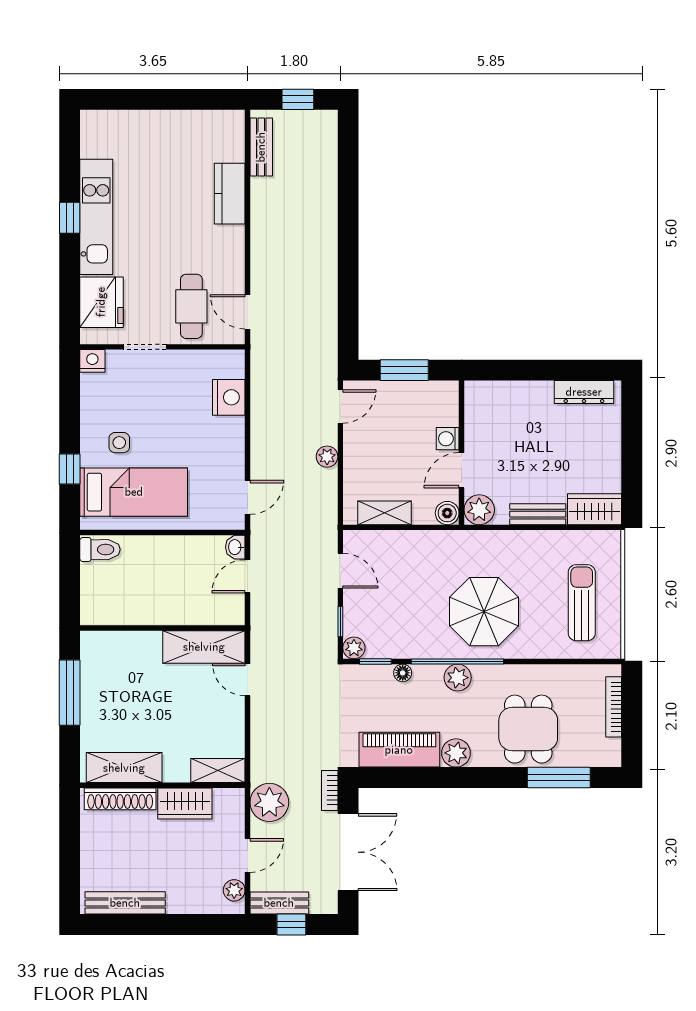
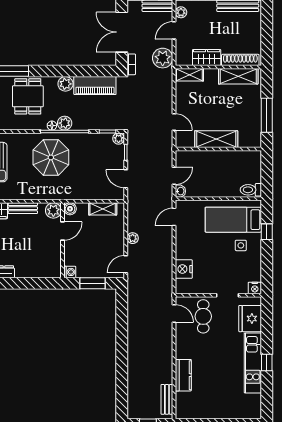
washing machine: (448, 439) -> (70, 272), moved
shelving: (204, 647) -> (216, 139), moved
floor lamp: (403, 673) -> (52, 126), moved

